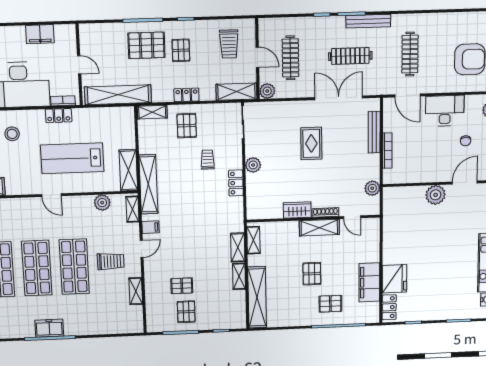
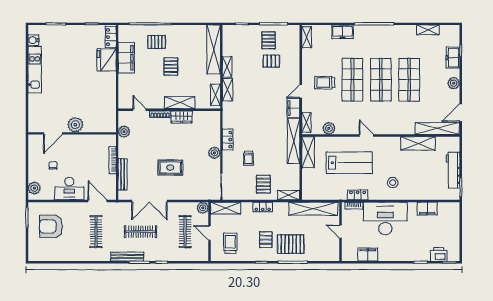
rug: (311, 143) -> (170, 167), turned 90
filing cabinet: (150, 227) -> (293, 108), width x2.00
shelving: (319, 228) -> (180, 103), moved
shelving: (136, 291) -> (307, 37), moved
freezer: (49, 328) -> (343, 32), moved

